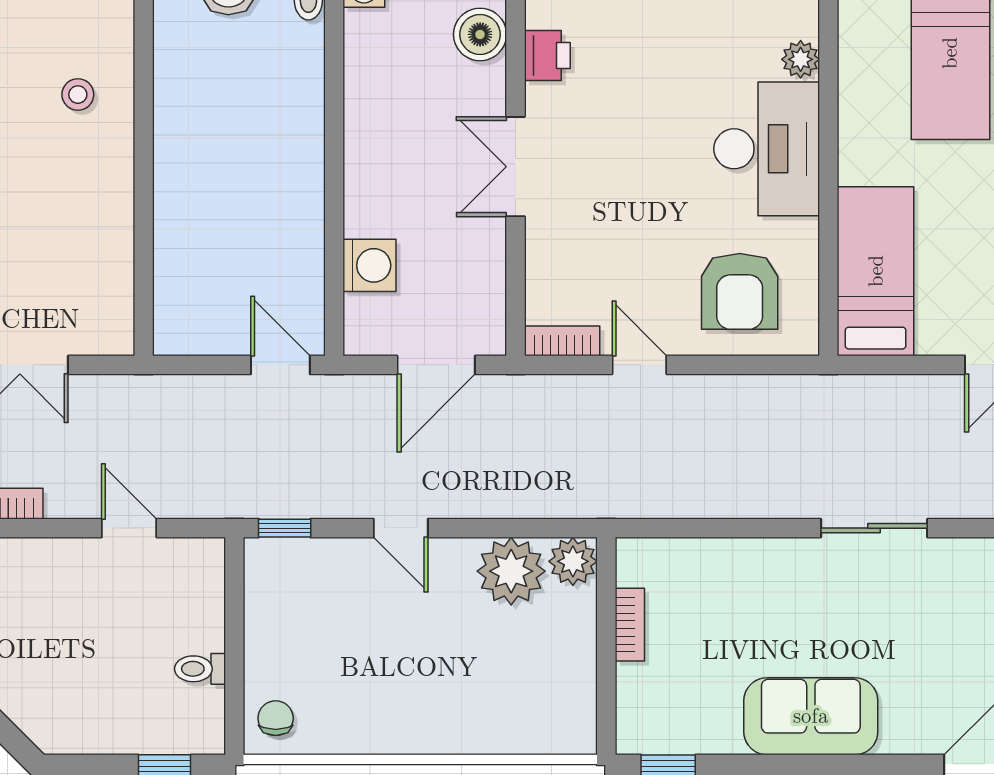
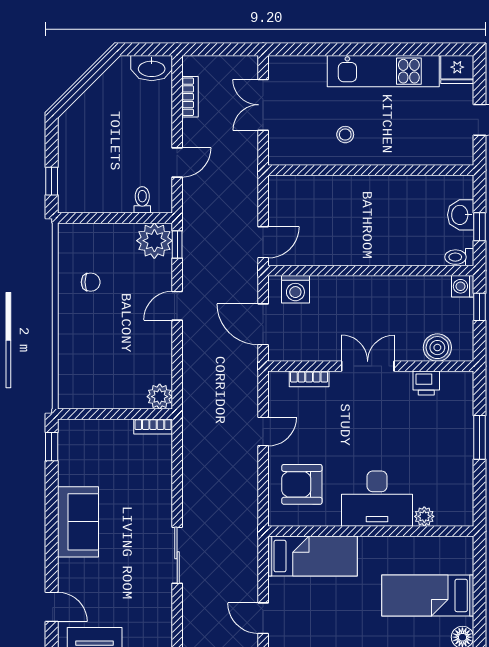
stool: (78, 95) -> (345, 135), moved
washing machine: (369, 265) -> (295, 289), moved
bookcase: (562, 341) -> (309, 379), moved, turned 90
plant: (511, 571) -> (154, 241), moved
bookcase: (630, 625) -> (153, 427), moved
toilet: (200, 669) -> (142, 200), moved
chair: (276, 718) -> (91, 282), moved

